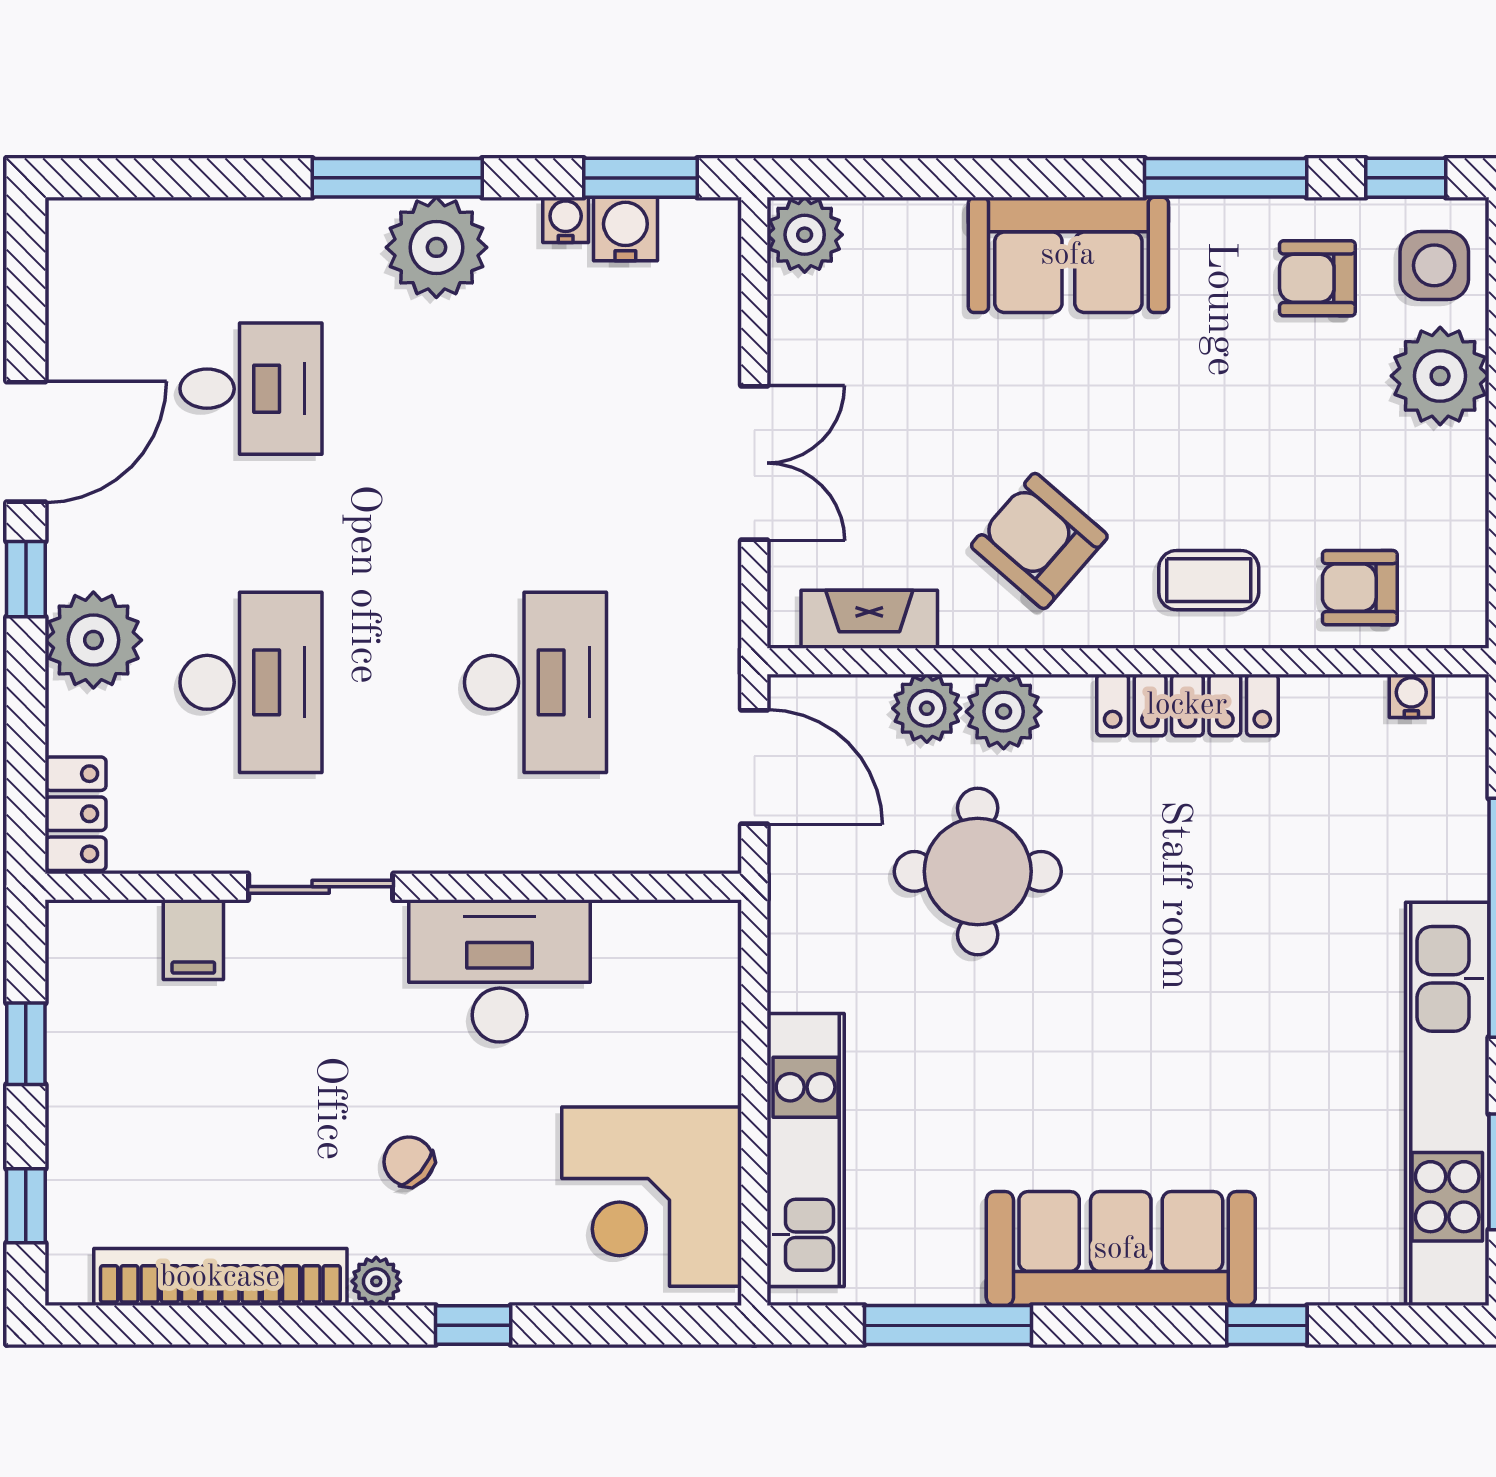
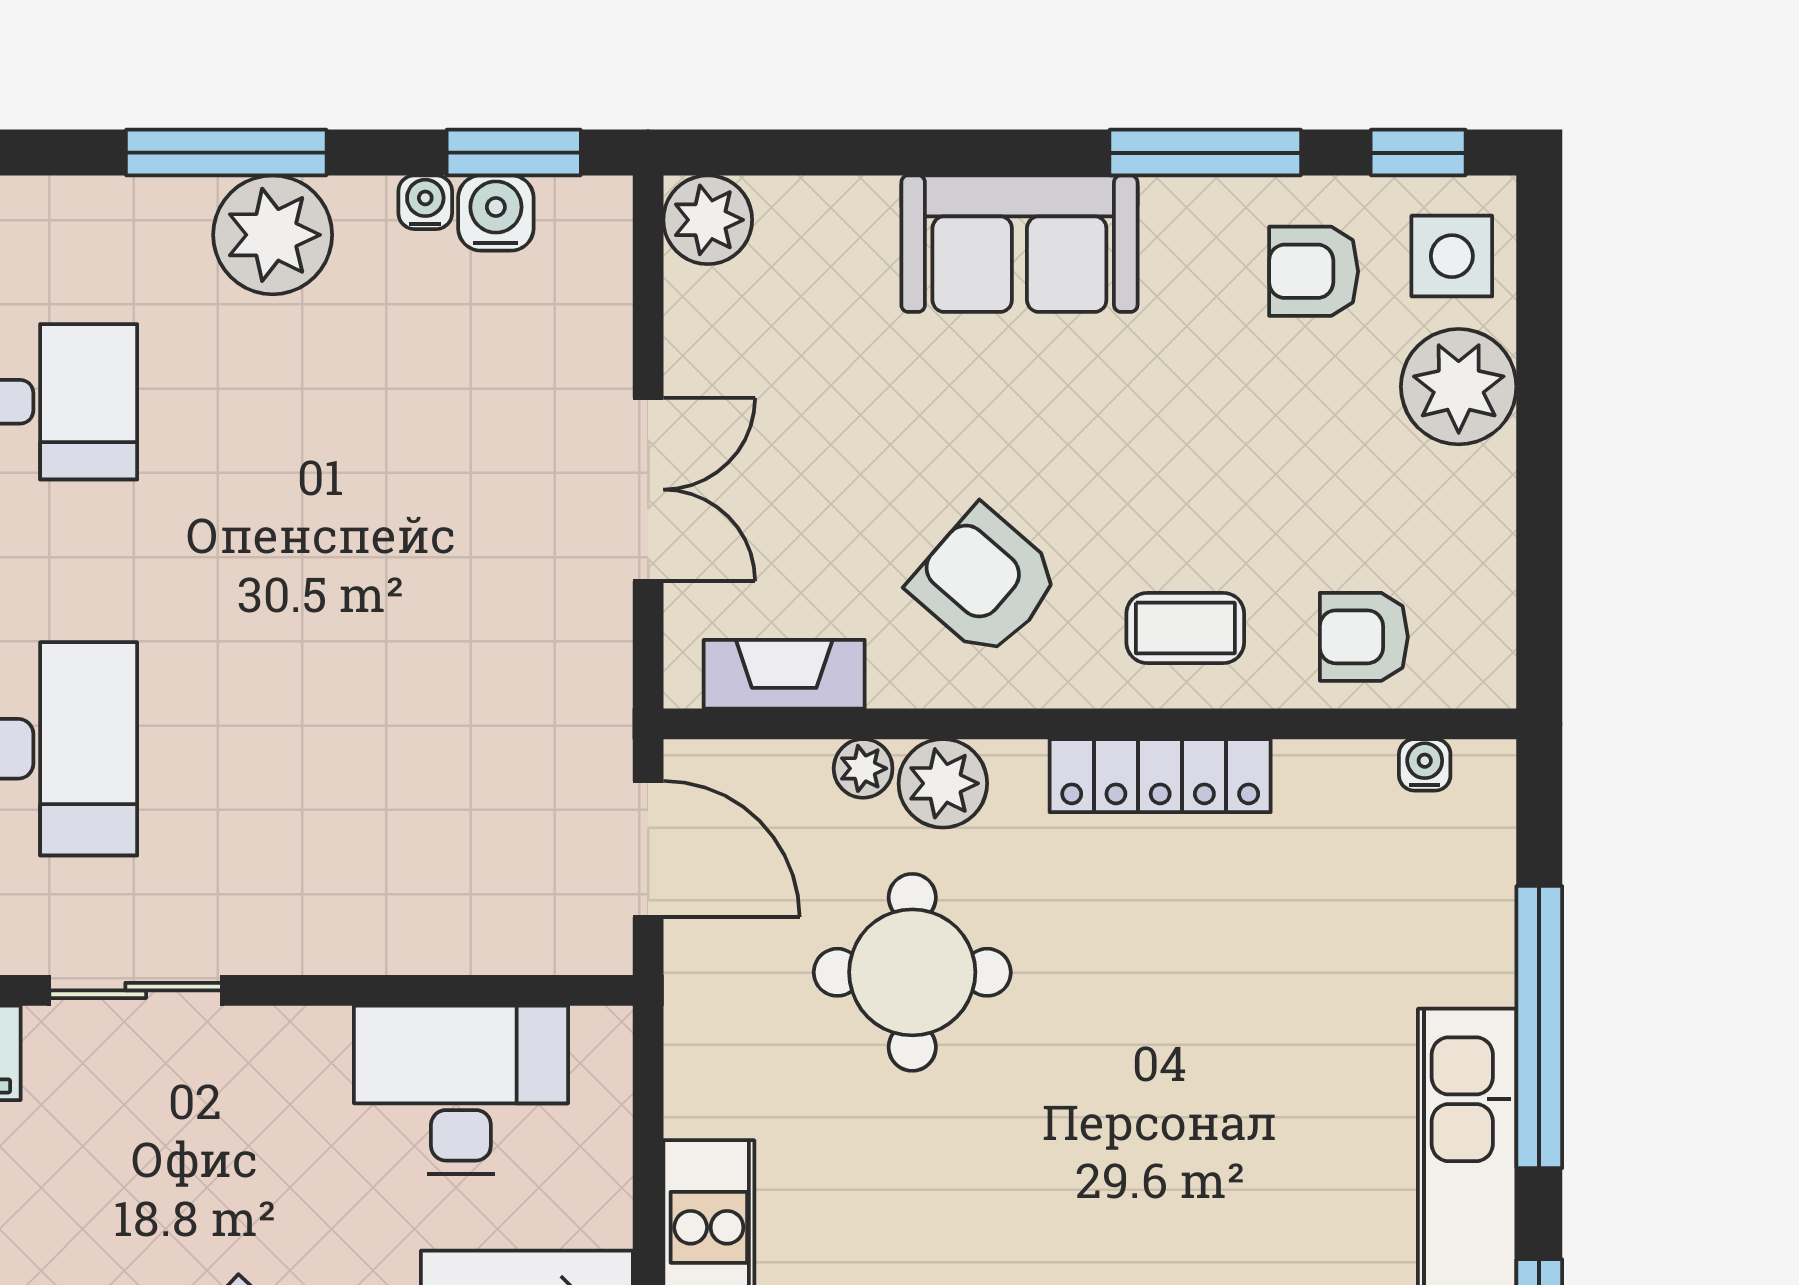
desk: (535, 682) -> (390, 749), removed
plant: (927, 708) -> (863, 768), width x0.73, depth x0.73
desk: (500, 971) -> (461, 1090), moved

